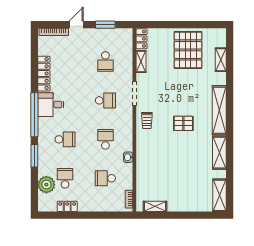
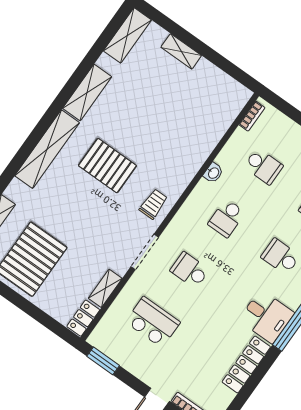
window: (105, 25) -> (103, 361), moved
school desk: (105, 62) -> (153, 322), width x1.85
pallet: (183, 123) -> (107, 166), width x1.50, depth x1.42
shelving: (155, 206) -> (181, 51), moved

